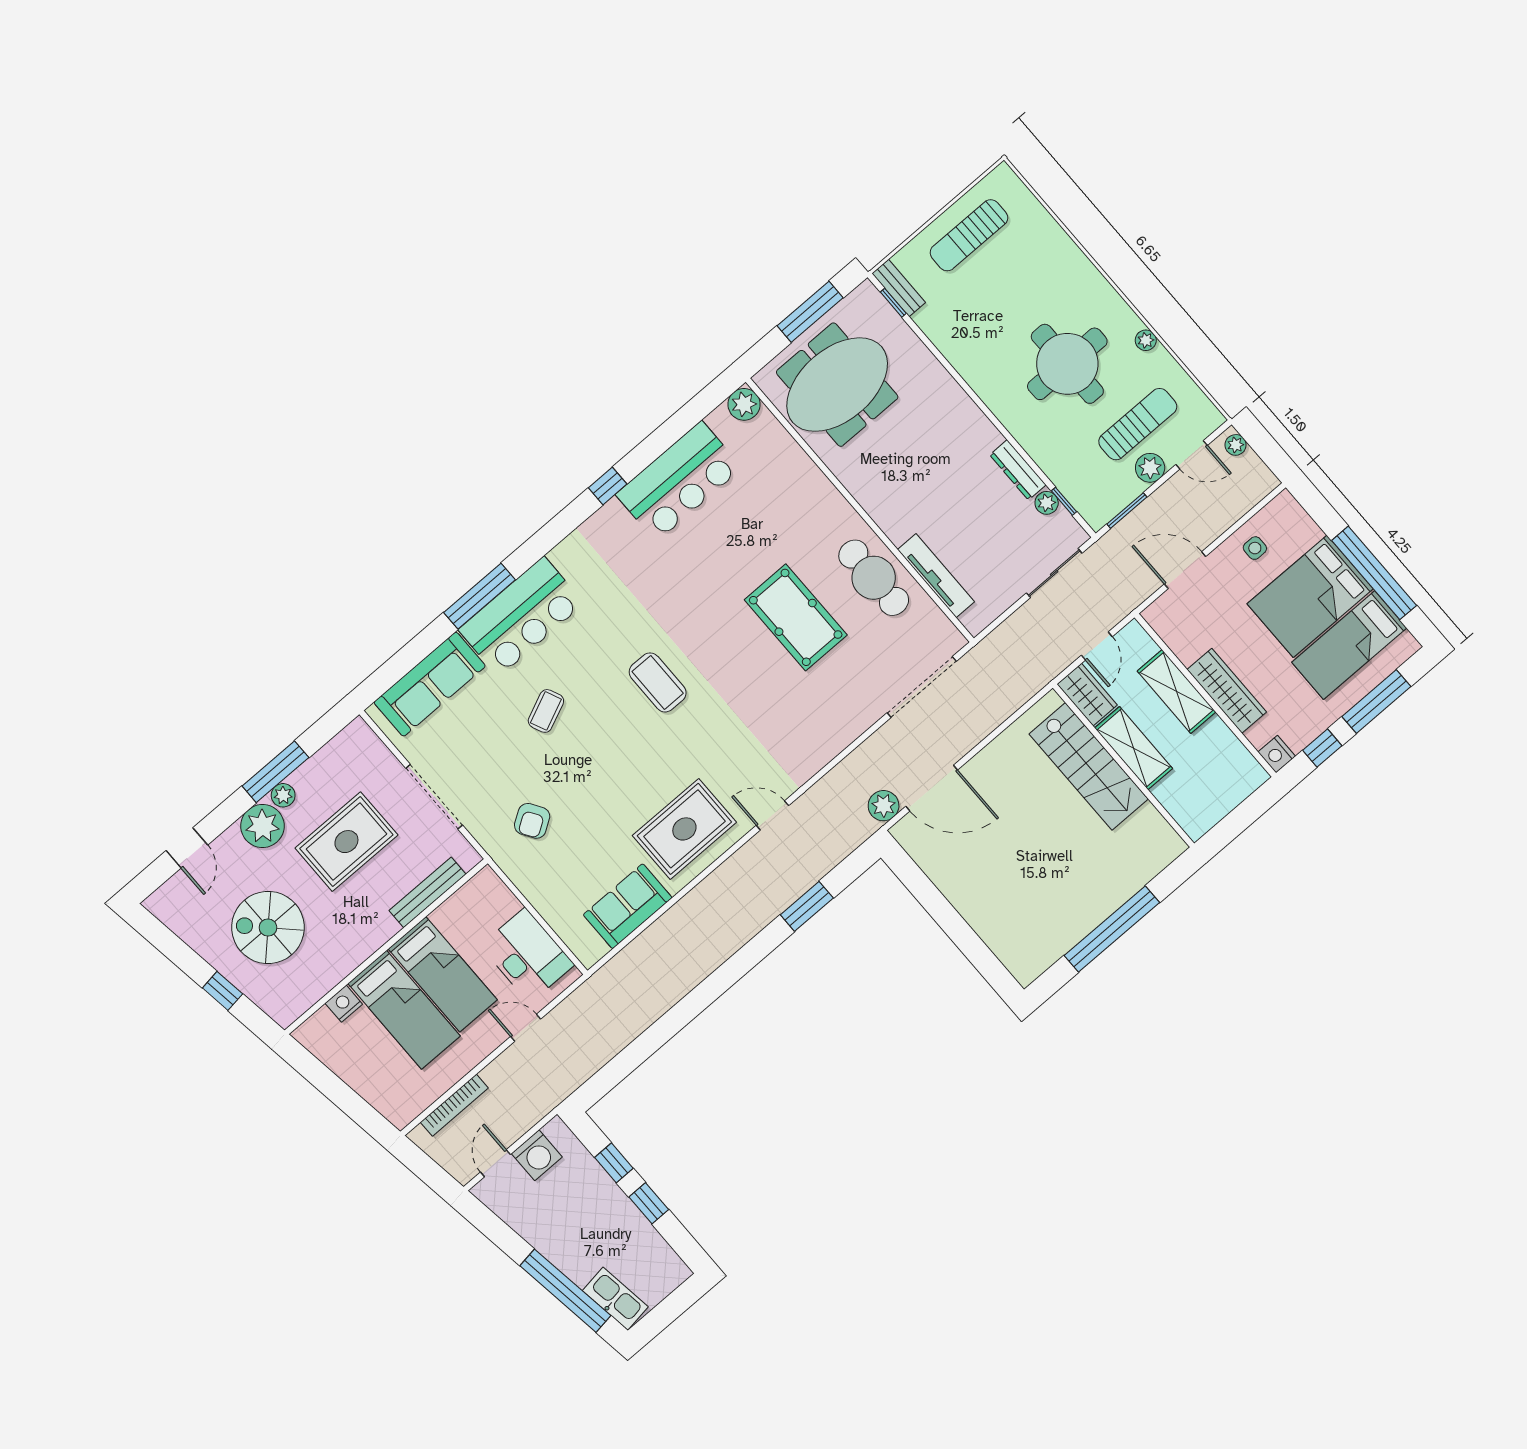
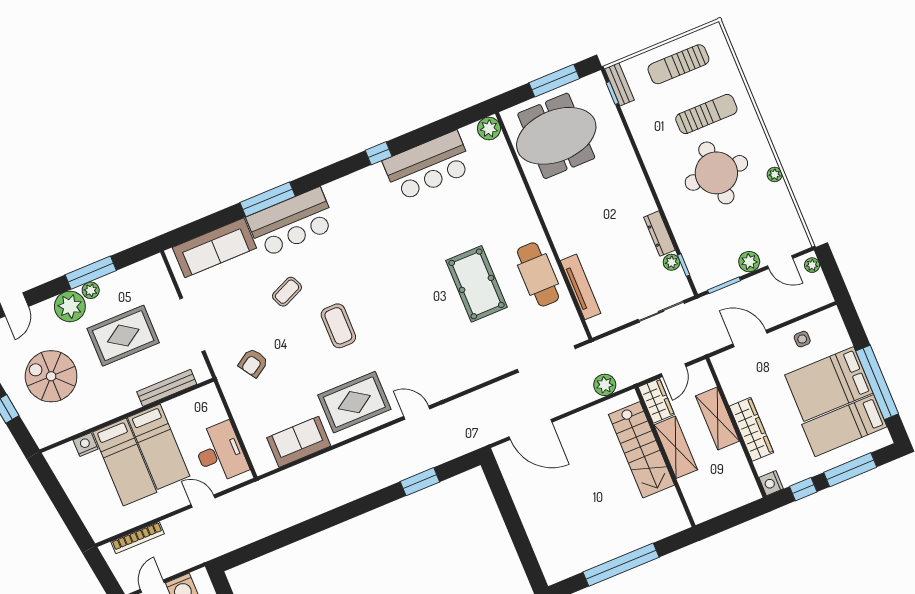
sun lounger: (1138, 424) -> (706, 114), moved
coffee table: (658, 682) -> (338, 326), moved
plant: (884, 806) -> (605, 385), moved

